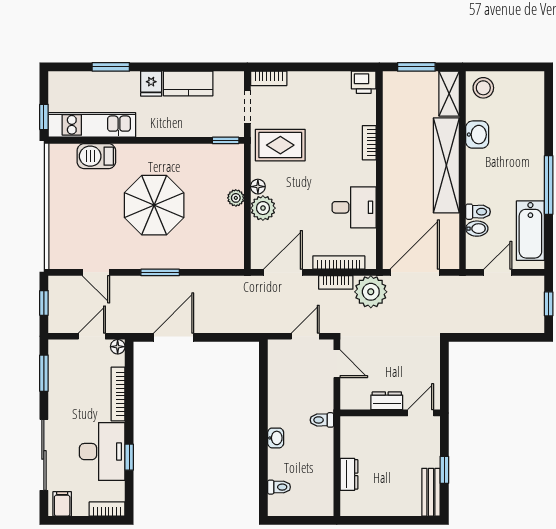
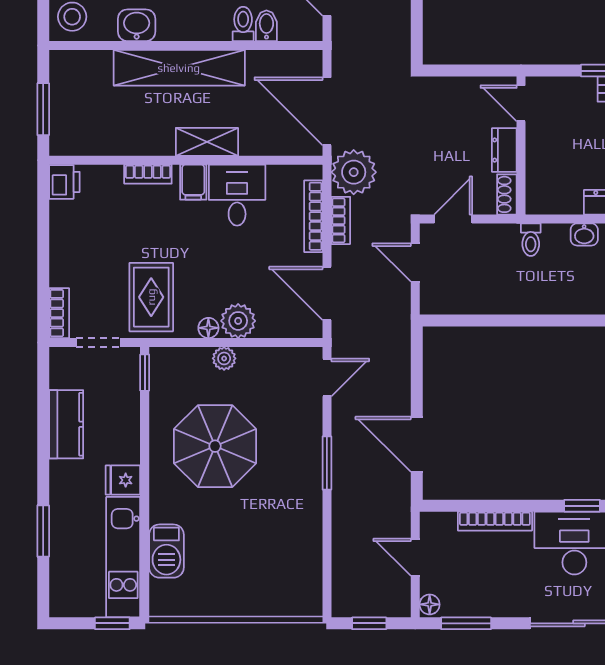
fridge: (151, 84) -> (123, 480), moved, turned 180
shelving: (449, 94) -> (207, 142), moved
filing cabinet: (363, 176) -> (193, 182), added
parasol: (154, 205) -> (215, 446), moved
door: (96, 272) -> (327, 378), moved
floor lamp: (118, 347) -> (430, 604), moved
shoe rack: (355, 403) -> (507, 194), added
washbasin: (276, 438) -> (584, 234), moved, turned 180

